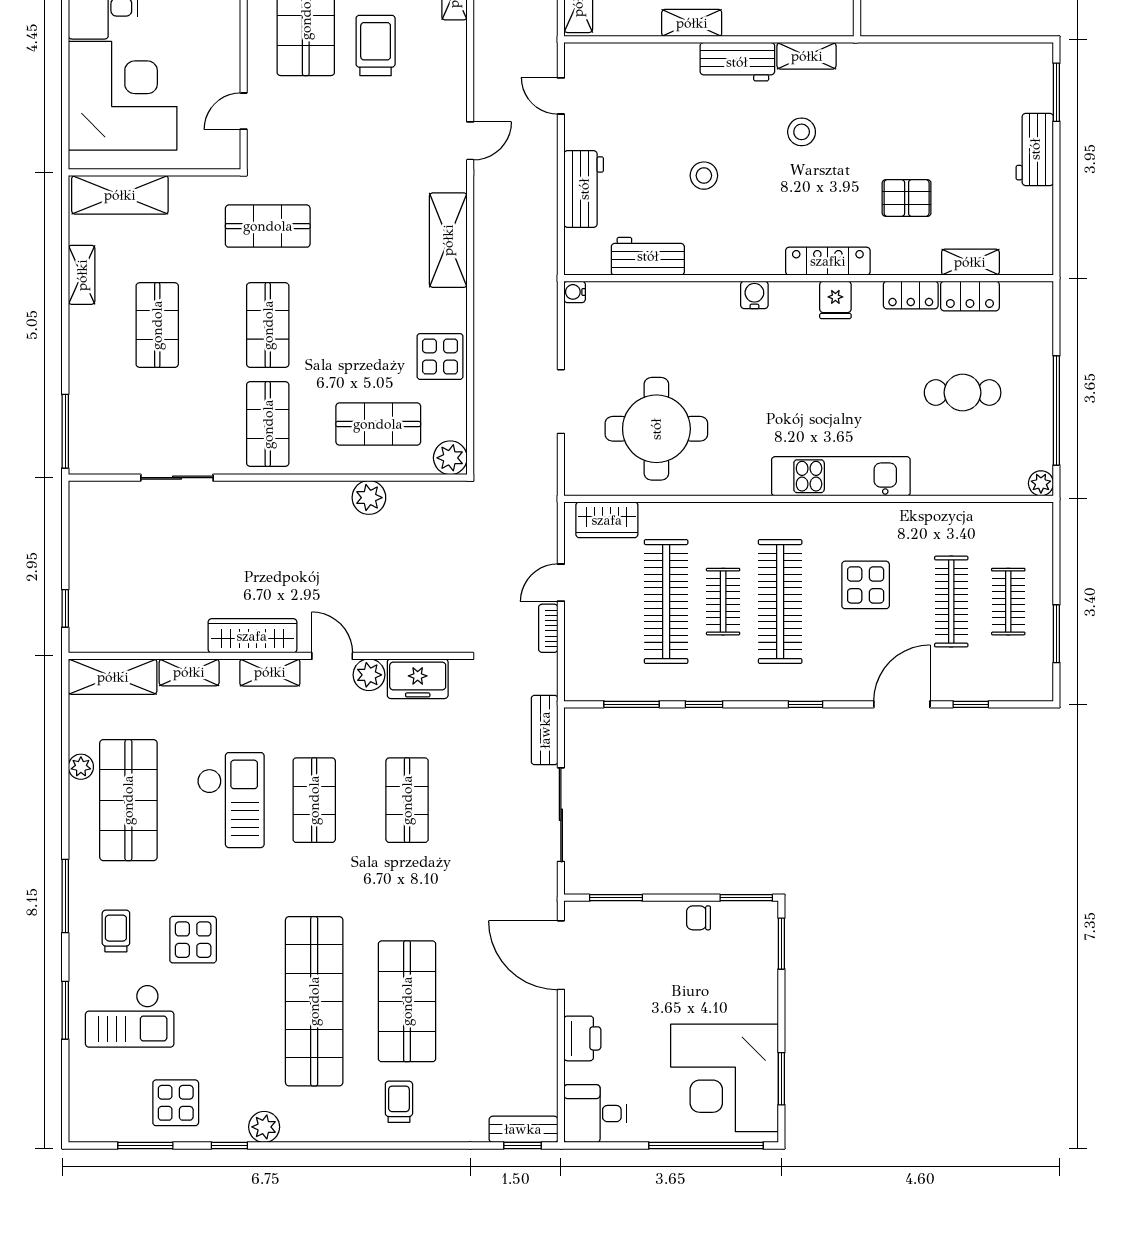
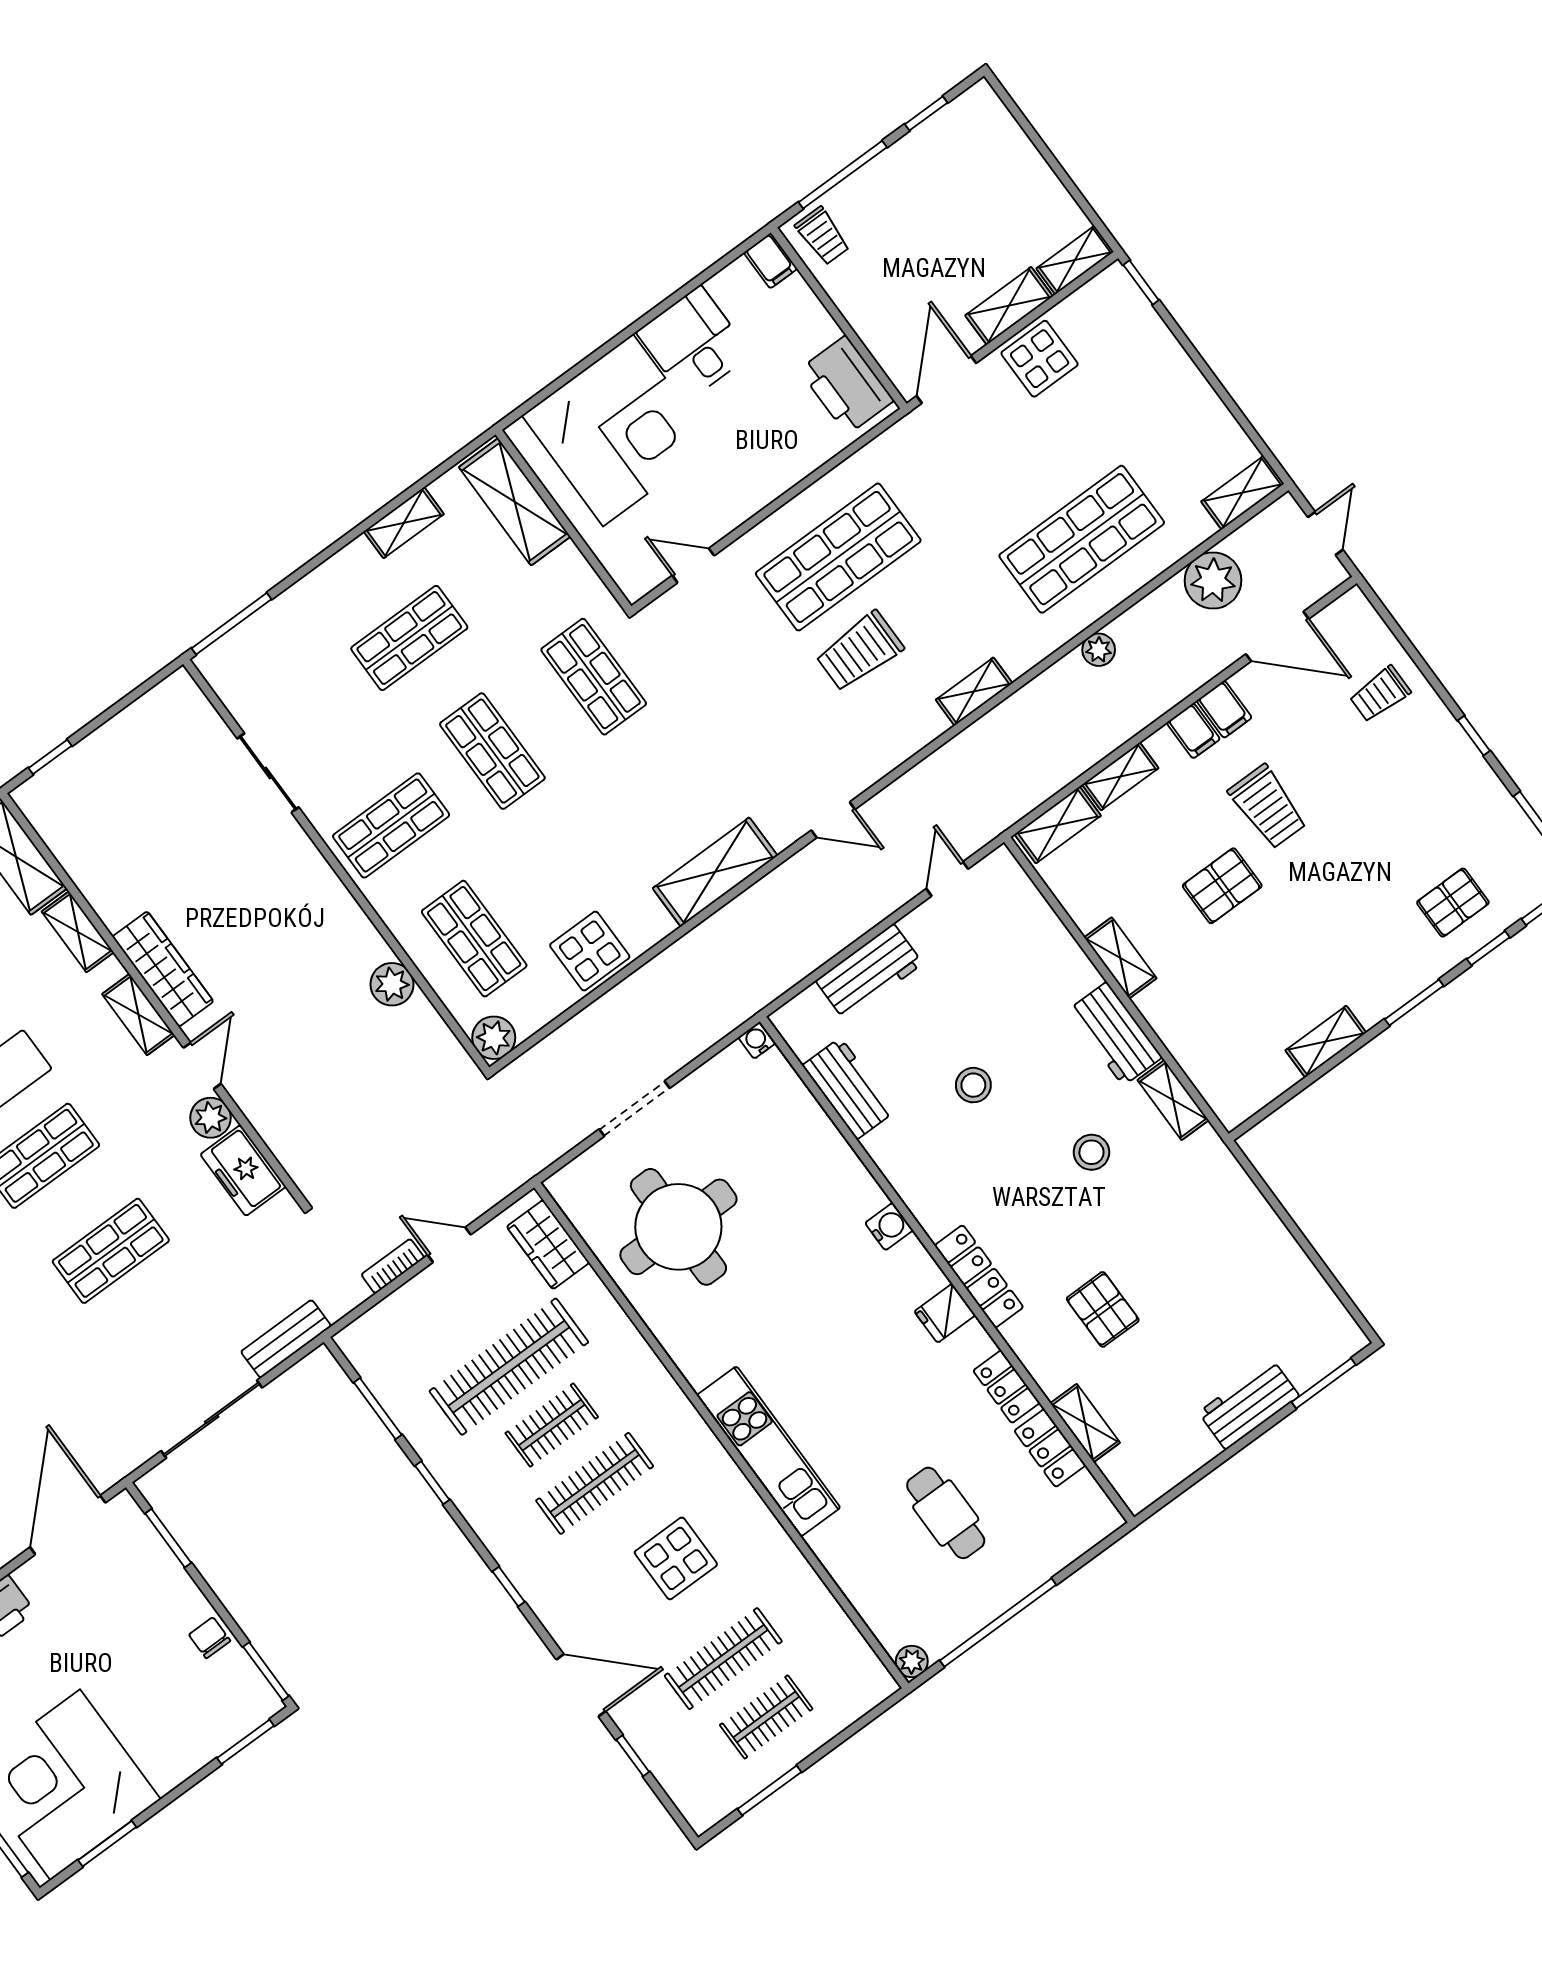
trolley: (376, 45) -> (860, 651), turned 180
shop shelf: (268, 325) -> (492, 751), turned 90
clothes rail: (780, 602) -> (595, 1483), width x0.73, depth x0.76

